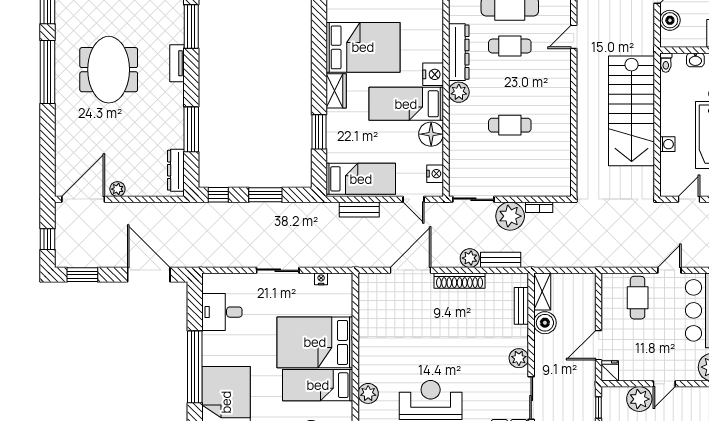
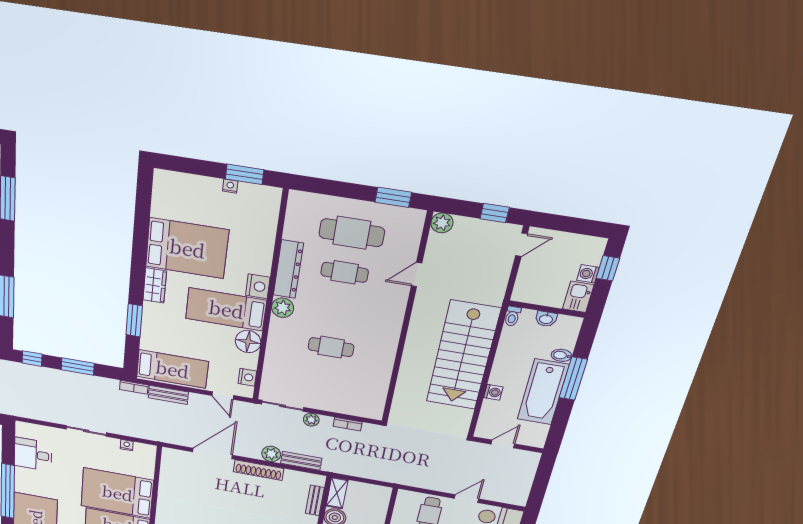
boiler: (670, 20) -> (528, 275), removed
bookcase: (324, 208) -> (134, 387), added
plant: (510, 216) -> (311, 420), width x0.53, depth x0.53

